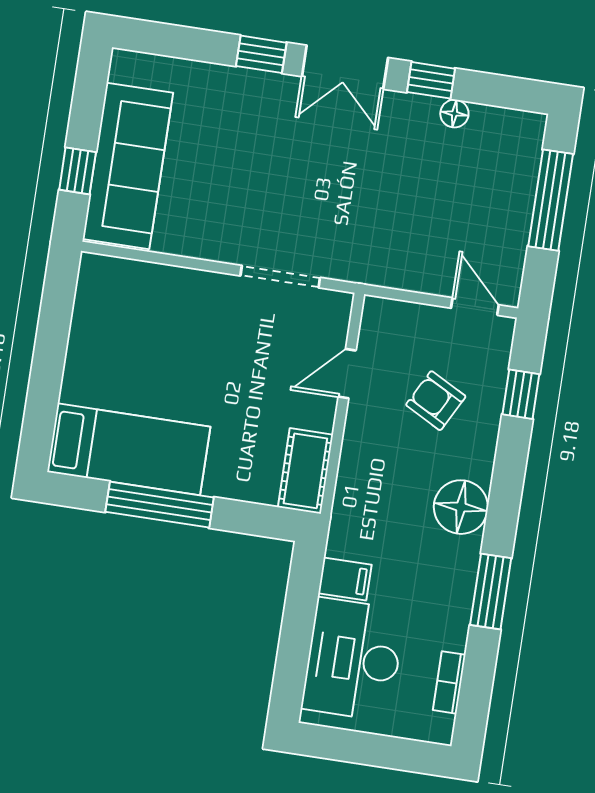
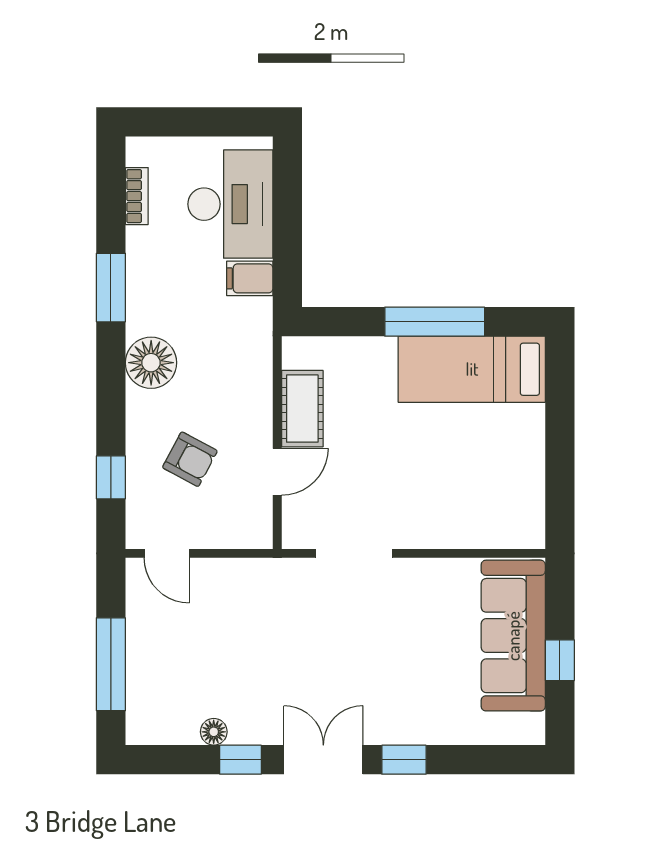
window: (78, 171) -> (560, 660), moved
cot: (305, 471) -> (302, 409), moved

